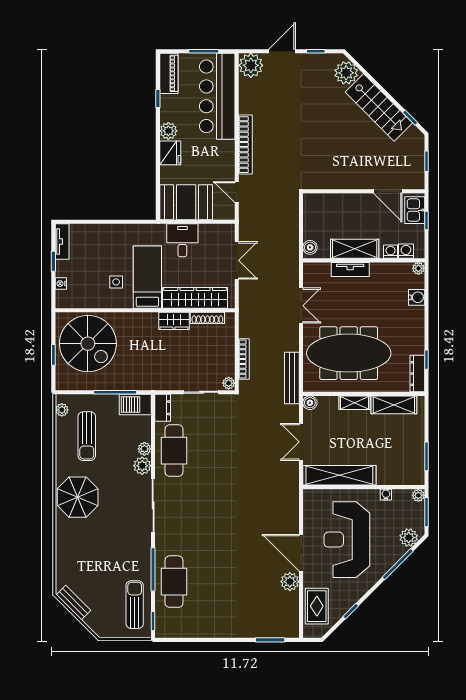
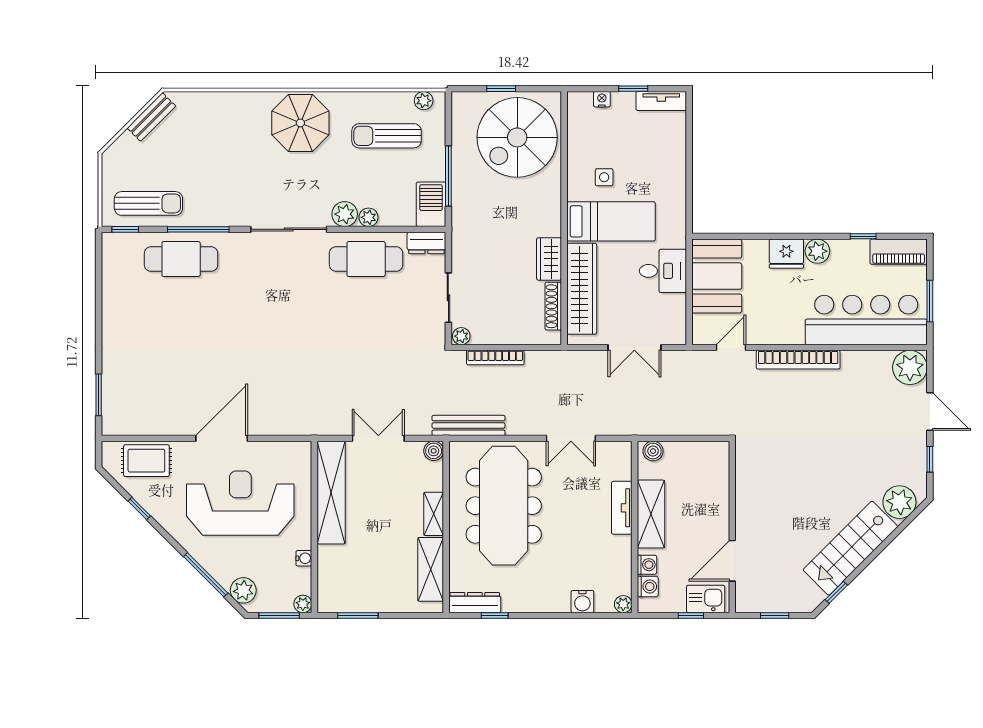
plant: (290, 582) -> (181, 423), removed

